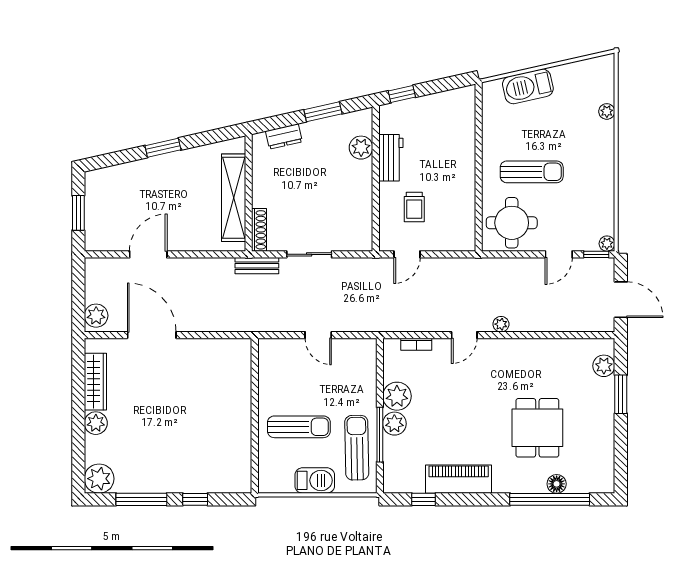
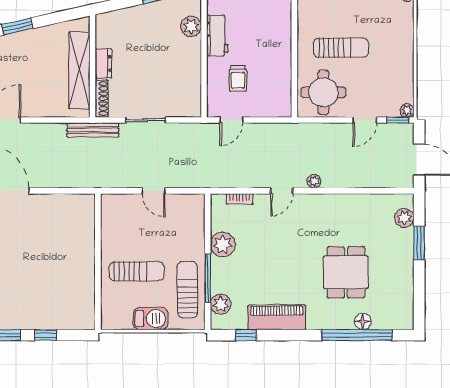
dresser: (284, 136) -> (104, 64), moved, turned -77
bench: (257, 266) -> (93, 130), width x1.36
plant: (394, 424) -> (221, 304), moved

